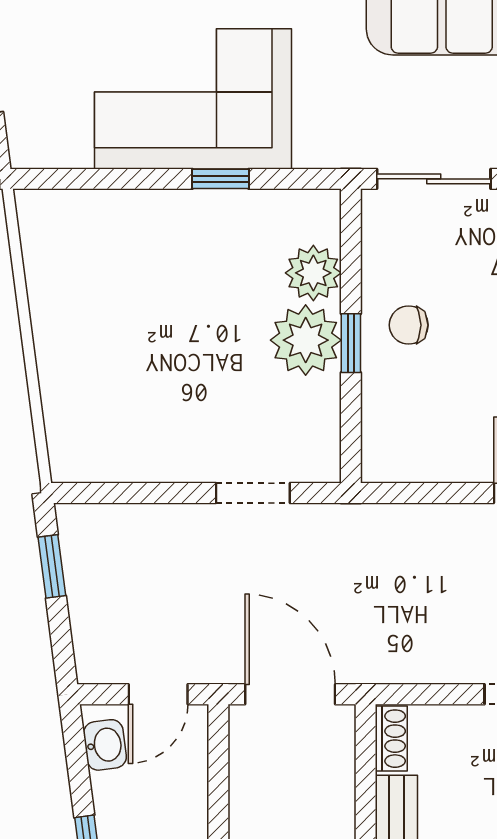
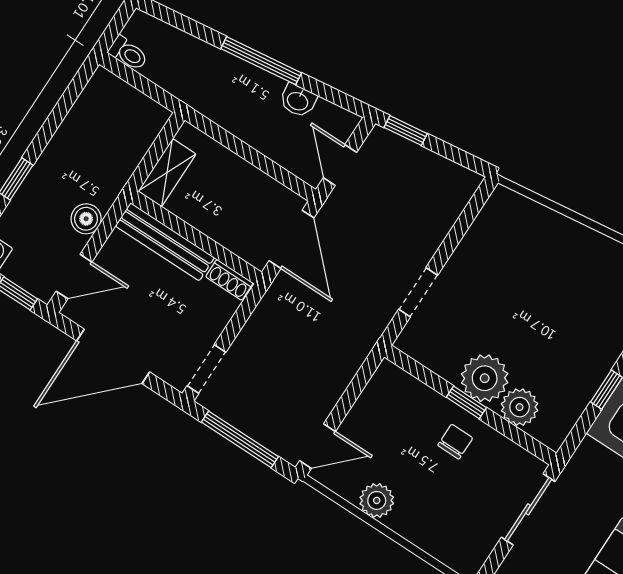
window: (52, 566) -> (406, 131), moved
door: (290, 694) -> (291, 239), hinge flipped
washbasin: (105, 745) -> (298, 101), moved

